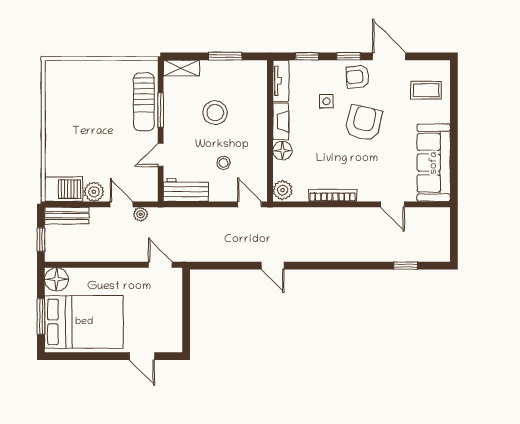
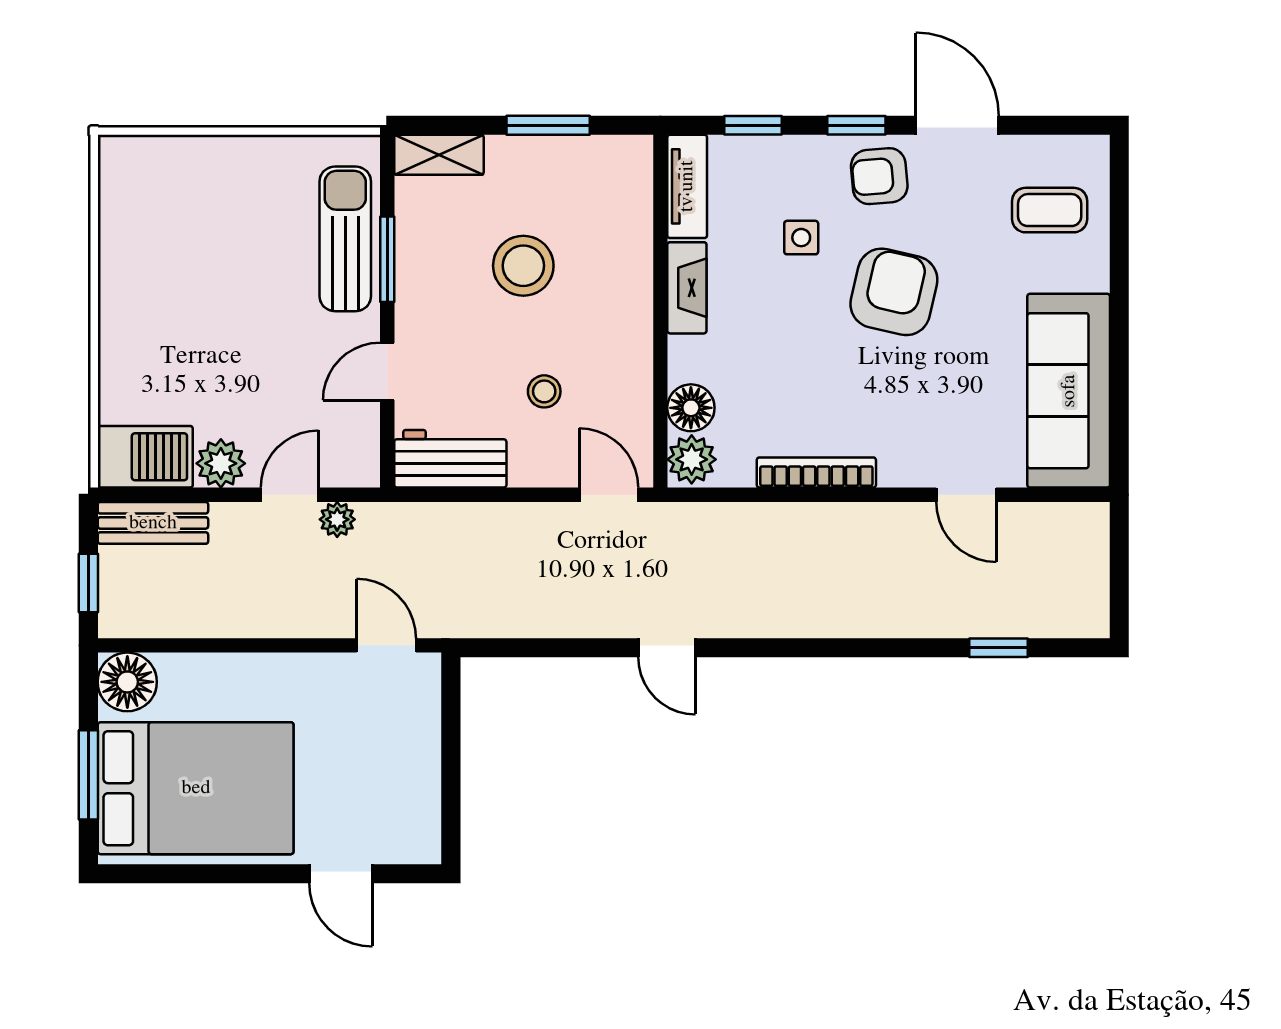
sun lounger: (144, 102) -> (345, 239), turned 180
floor lamp: (282, 151) -> (691, 408), moved
door: (122, 204) -> (290, 495), hinge flipped

